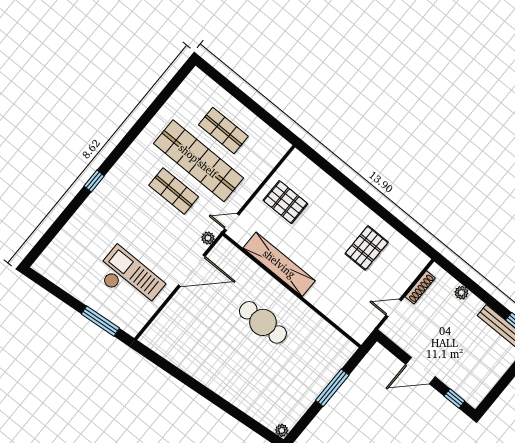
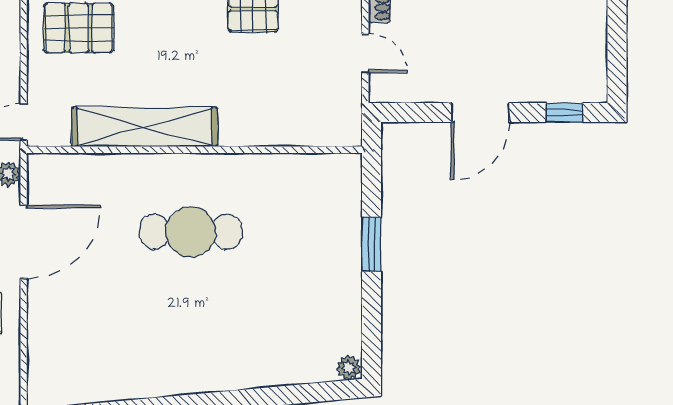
door: (394, 308) -> (365, 53), swing flipped
window: (332, 388) -> (372, 244), width x0.69

